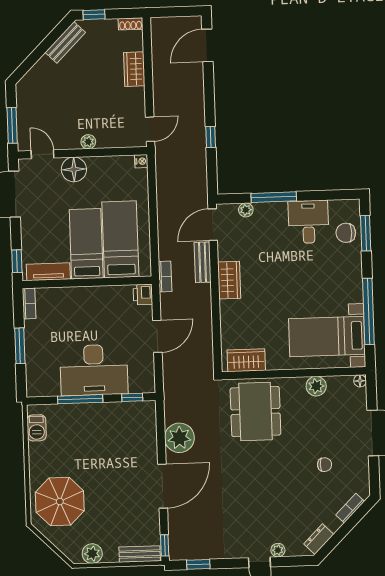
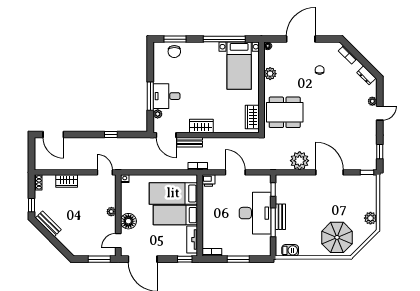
desk: (308, 222) -> (167, 96), moved
bench: (140, 554) -> (280, 217), moved

